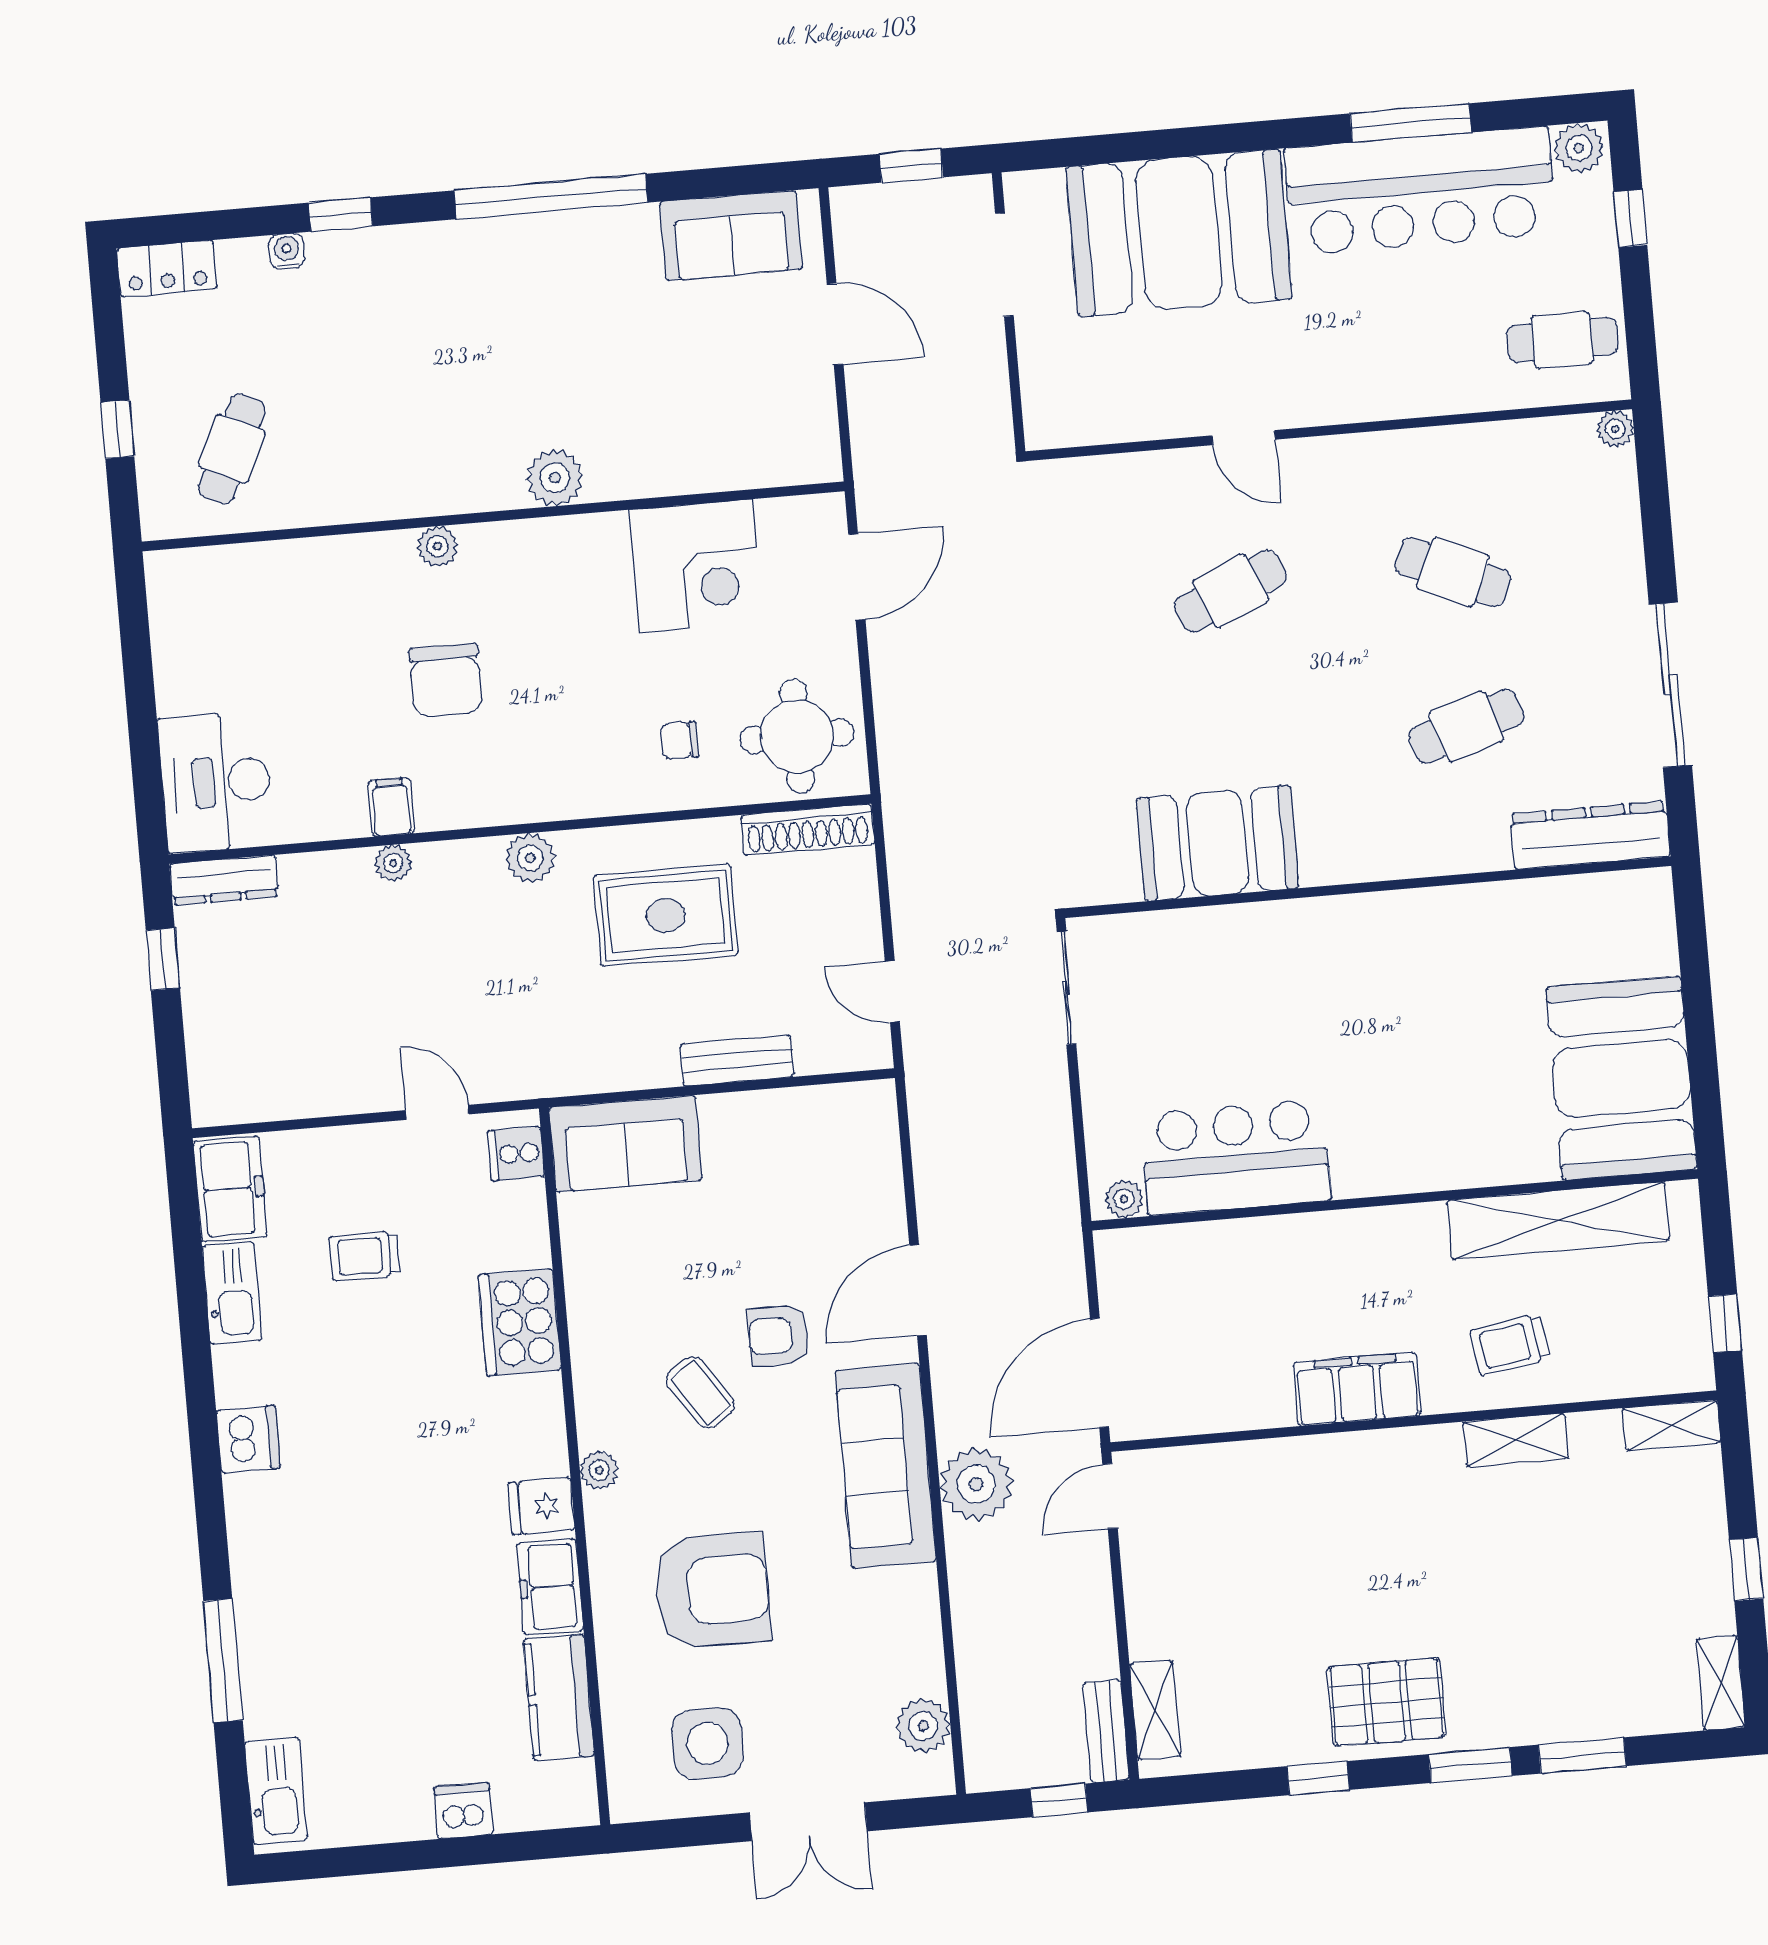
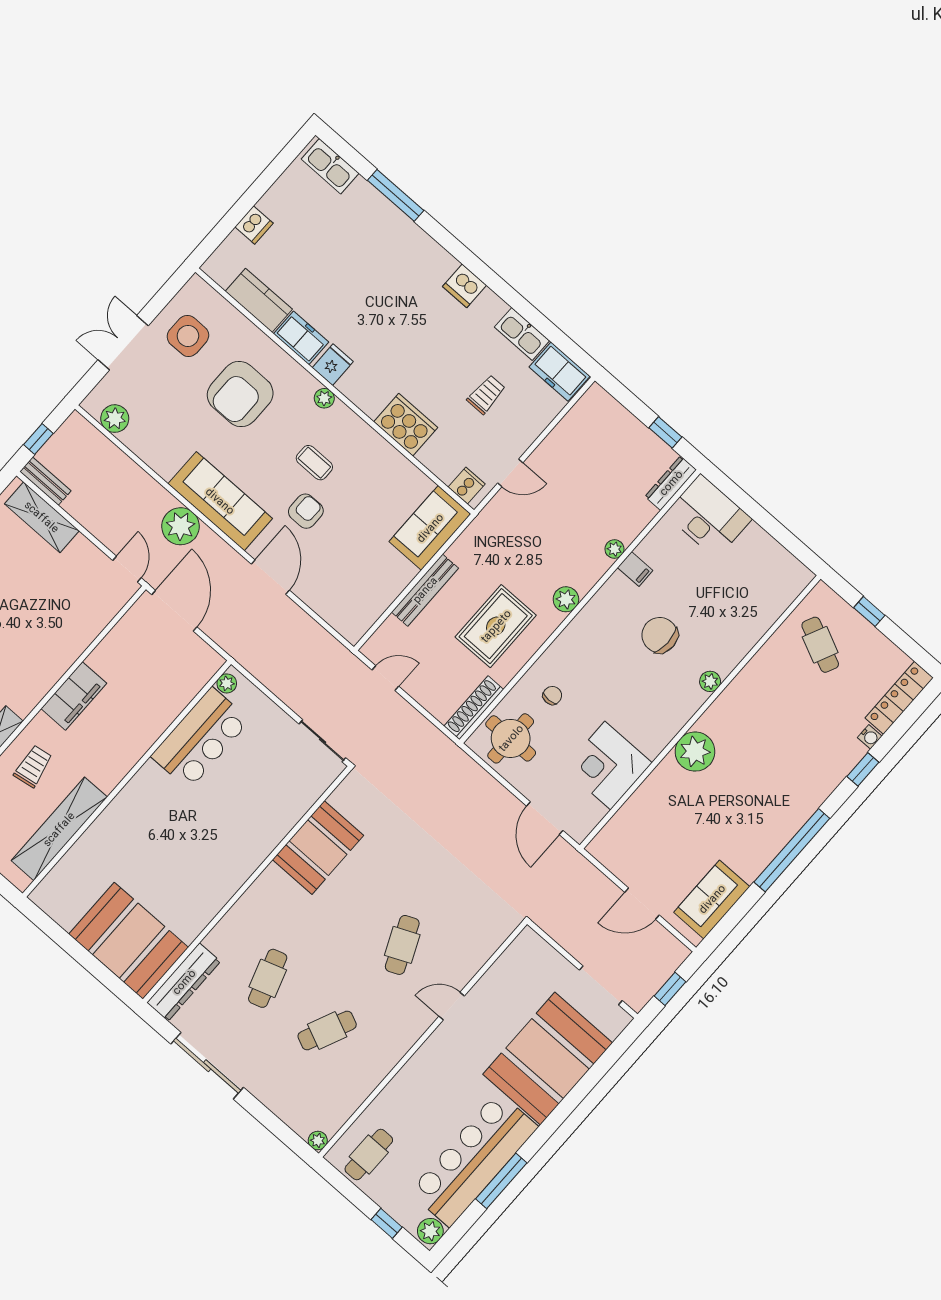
locker: (167, 269) -> (899, 698), width x1.53
plant: (555, 478) -> (695, 752), width x1.36, depth x1.36
bench: (737, 1060) -> (425, 590), width x1.36
booth: (1621, 1078) -> (129, 941), moved
coffee table: (700, 1393) -> (314, 463), turned 35
shelving: (1155, 1710) -> (42, 517), width x1.50, depth x1.33

